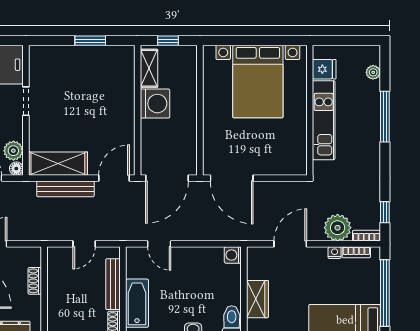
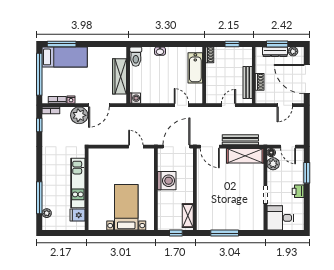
window: (90, 41) -> (225, 233), width x1.44
bed with nightstands: (258, 82) -> (126, 207), width x0.73
washing machine: (155, 104) -> (167, 181), moved, turned 180
window: (385, 117) -> (39, 198), moved
door: (114, 178) -> (210, 147), hinge flipped
door: (232, 178) -> (136, 147), width x0.53
plant: (338, 228) -> (79, 115), moved
bench: (113, 284) -> (248, 82), moved
wardrobe: (257, 299) -> (120, 76), width x1.50

